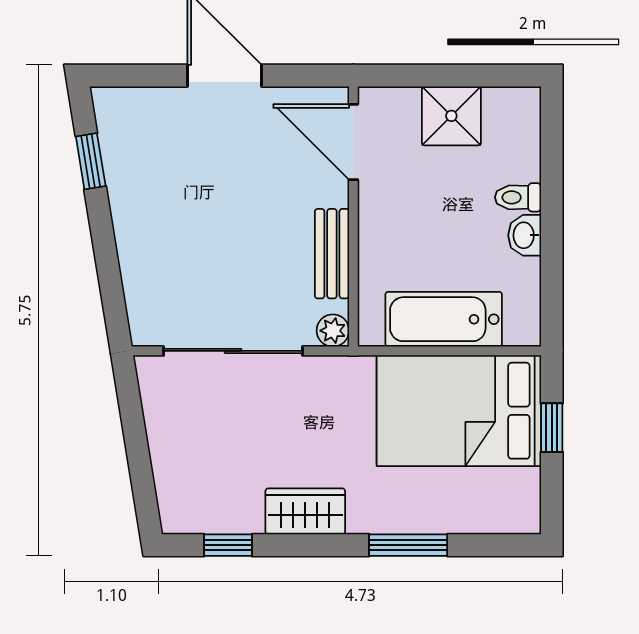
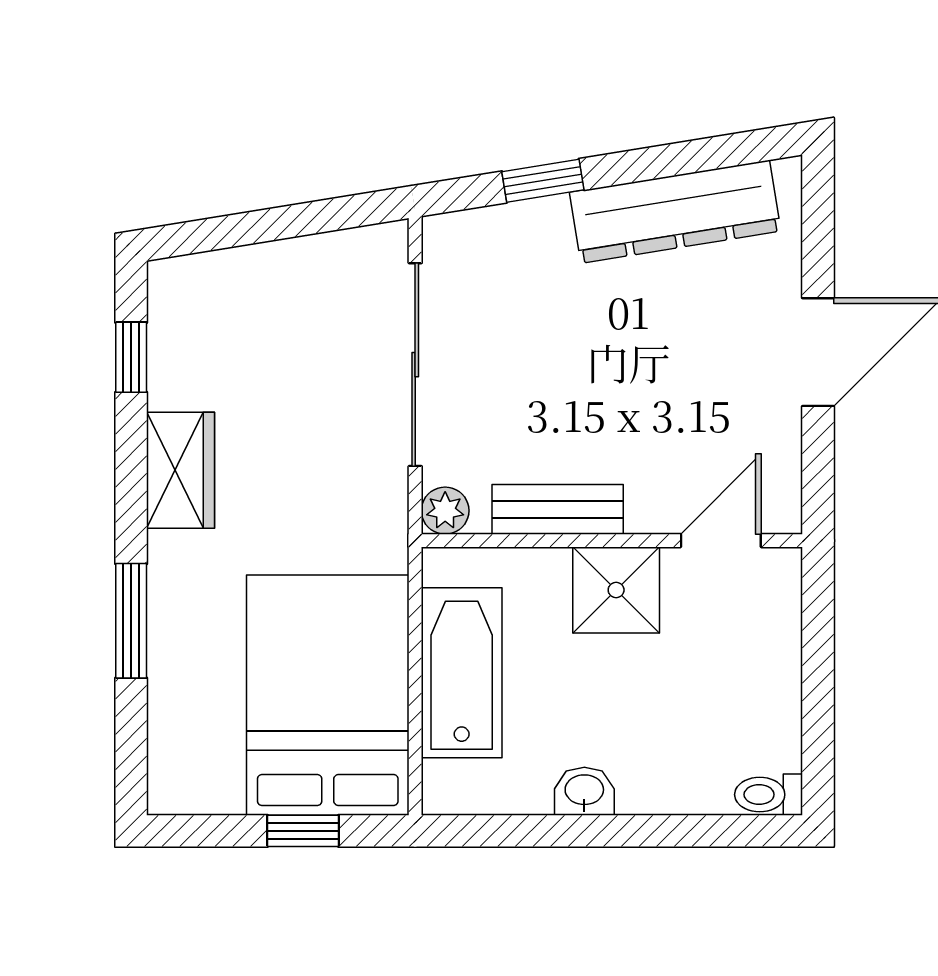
shower: (451, 116) -> (616, 590), moved
door: (353, 142) -> (721, 541), width x0.73
window: (91, 161) -> (543, 181), moved
dresser: (128, 173) -> (675, 212), added
toilet: (518, 197) -> (769, 795), moved, turned -90

